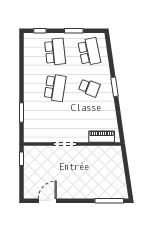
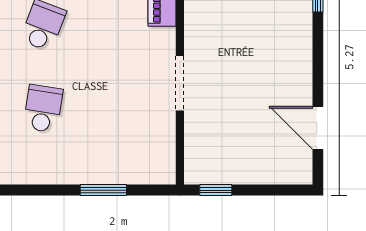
school desk: (55, 88) -> (43, 109), width x0.54

